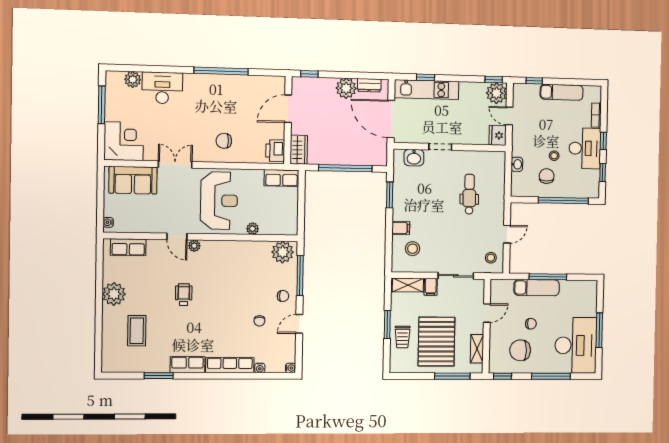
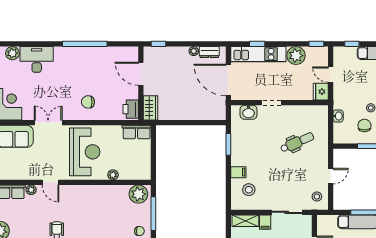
plant: (346, 88) -> (194, 51), width x0.53, depth x0.53
plant: (496, 93) -> (296, 56), moved
door: (288, 109) -> (141, 74), hinge flipped
window: (345, 168) -> (190, 123), removed
dental chair: (469, 194) -> (297, 142), turned 66
plant: (194, 246) -> (31, 190), moved

